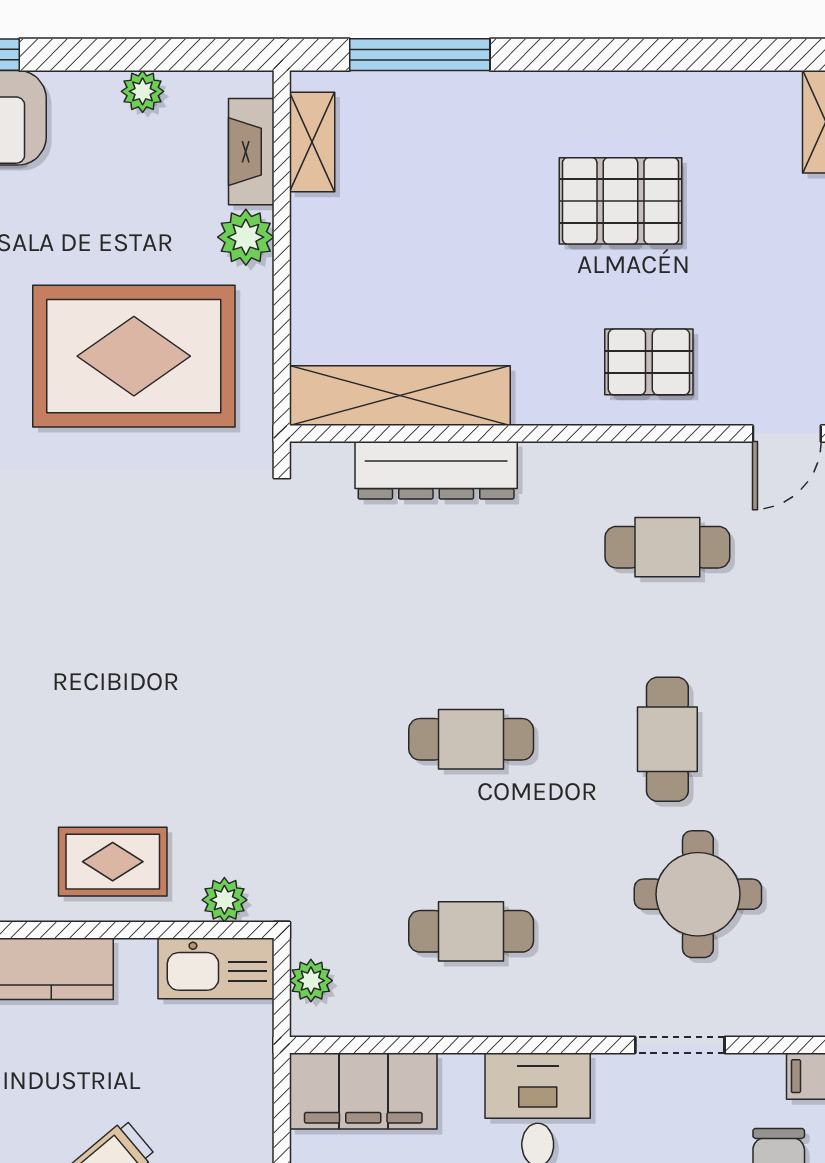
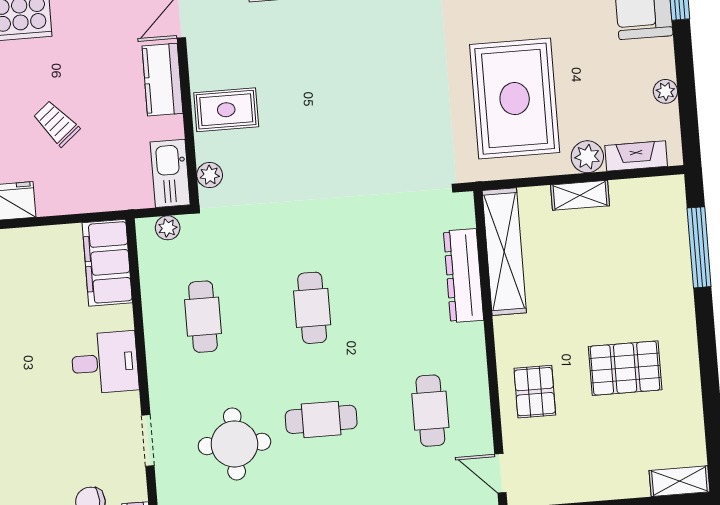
shelving: (312, 142) -> (580, 195), moved
pallet: (620, 201) -> (625, 368), turned 90
rug: (113, 862) -> (226, 110), turned 90

